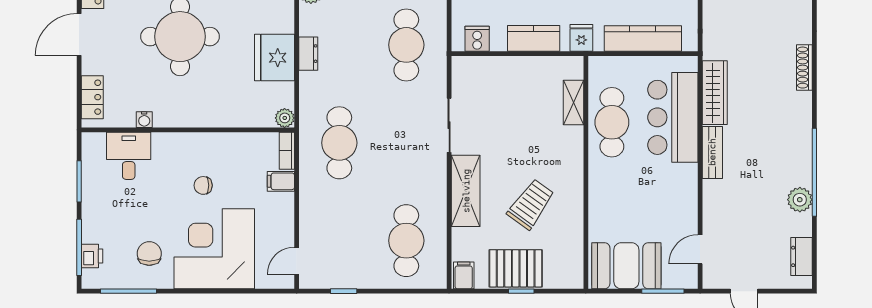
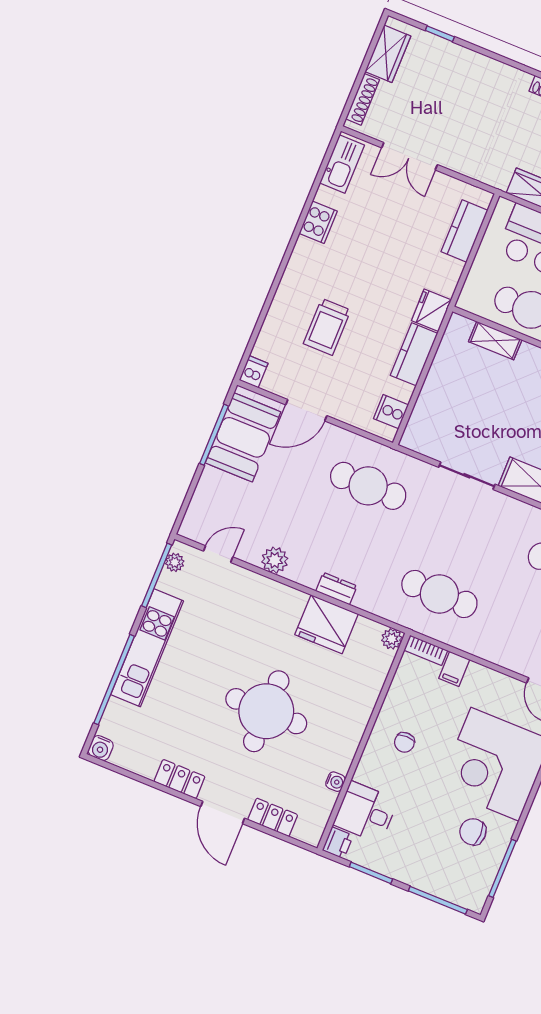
fridge: (581, 38) -> (431, 310), width x1.38
kitchen counter: (643, 38) -> (464, 231), width x0.67
locker: (92, 97) -> (273, 817), moved
chair: (203, 185) -> (404, 742), moved
printer: (92, 256) -> (338, 843), moved, turned 90

